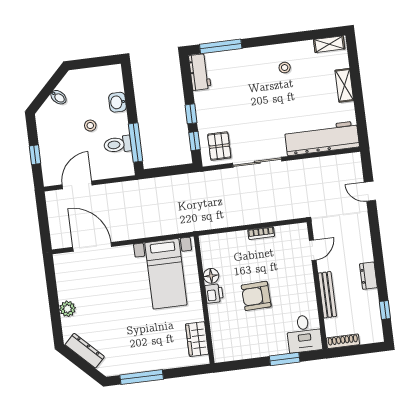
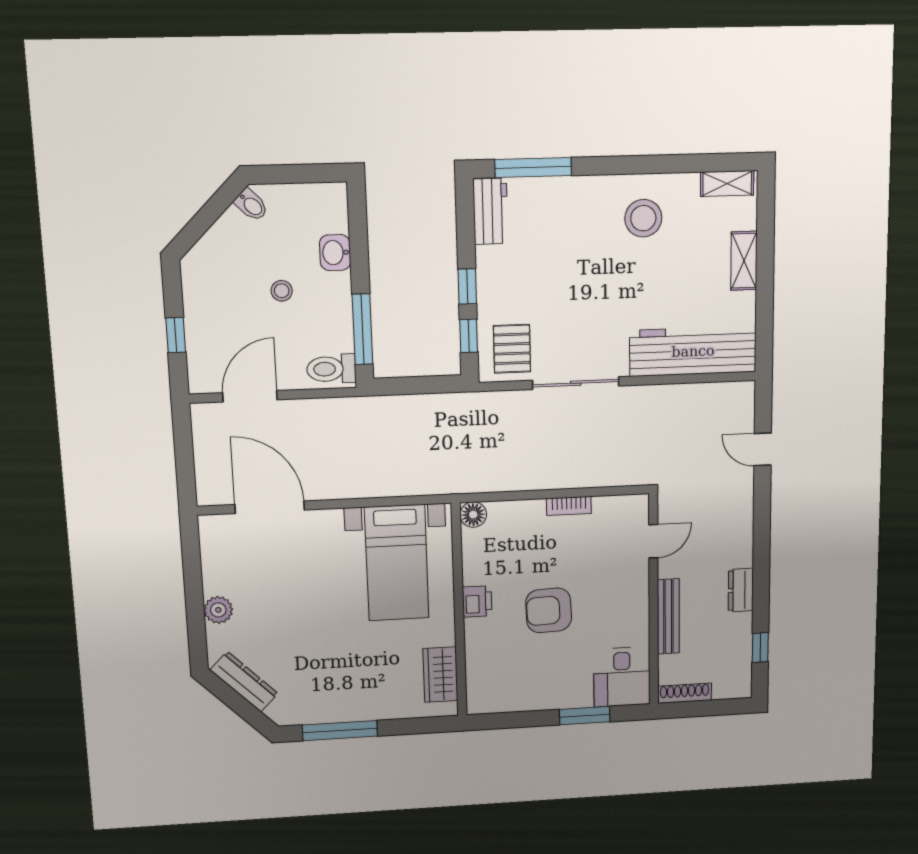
stool: (285, 68) -> (643, 218), width x1.89, depth x1.89
bidet: (58, 97) -> (251, 205), moved
toilet: (118, 144) -> (331, 369), moved
floor lamp: (211, 276) -> (473, 515), moved

